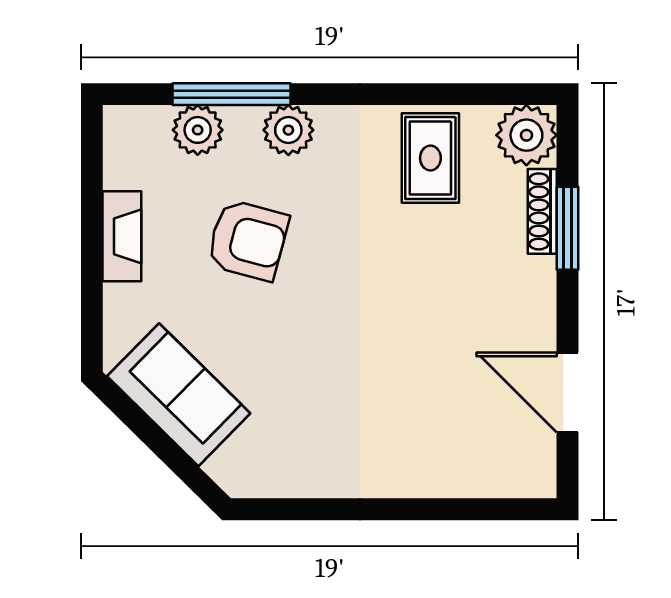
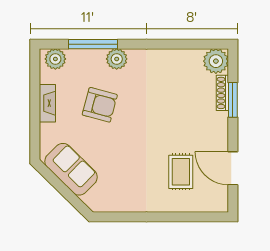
plant: (198, 130) -> (55, 59), moved
rug: (430, 158) -> (181, 172), moved

